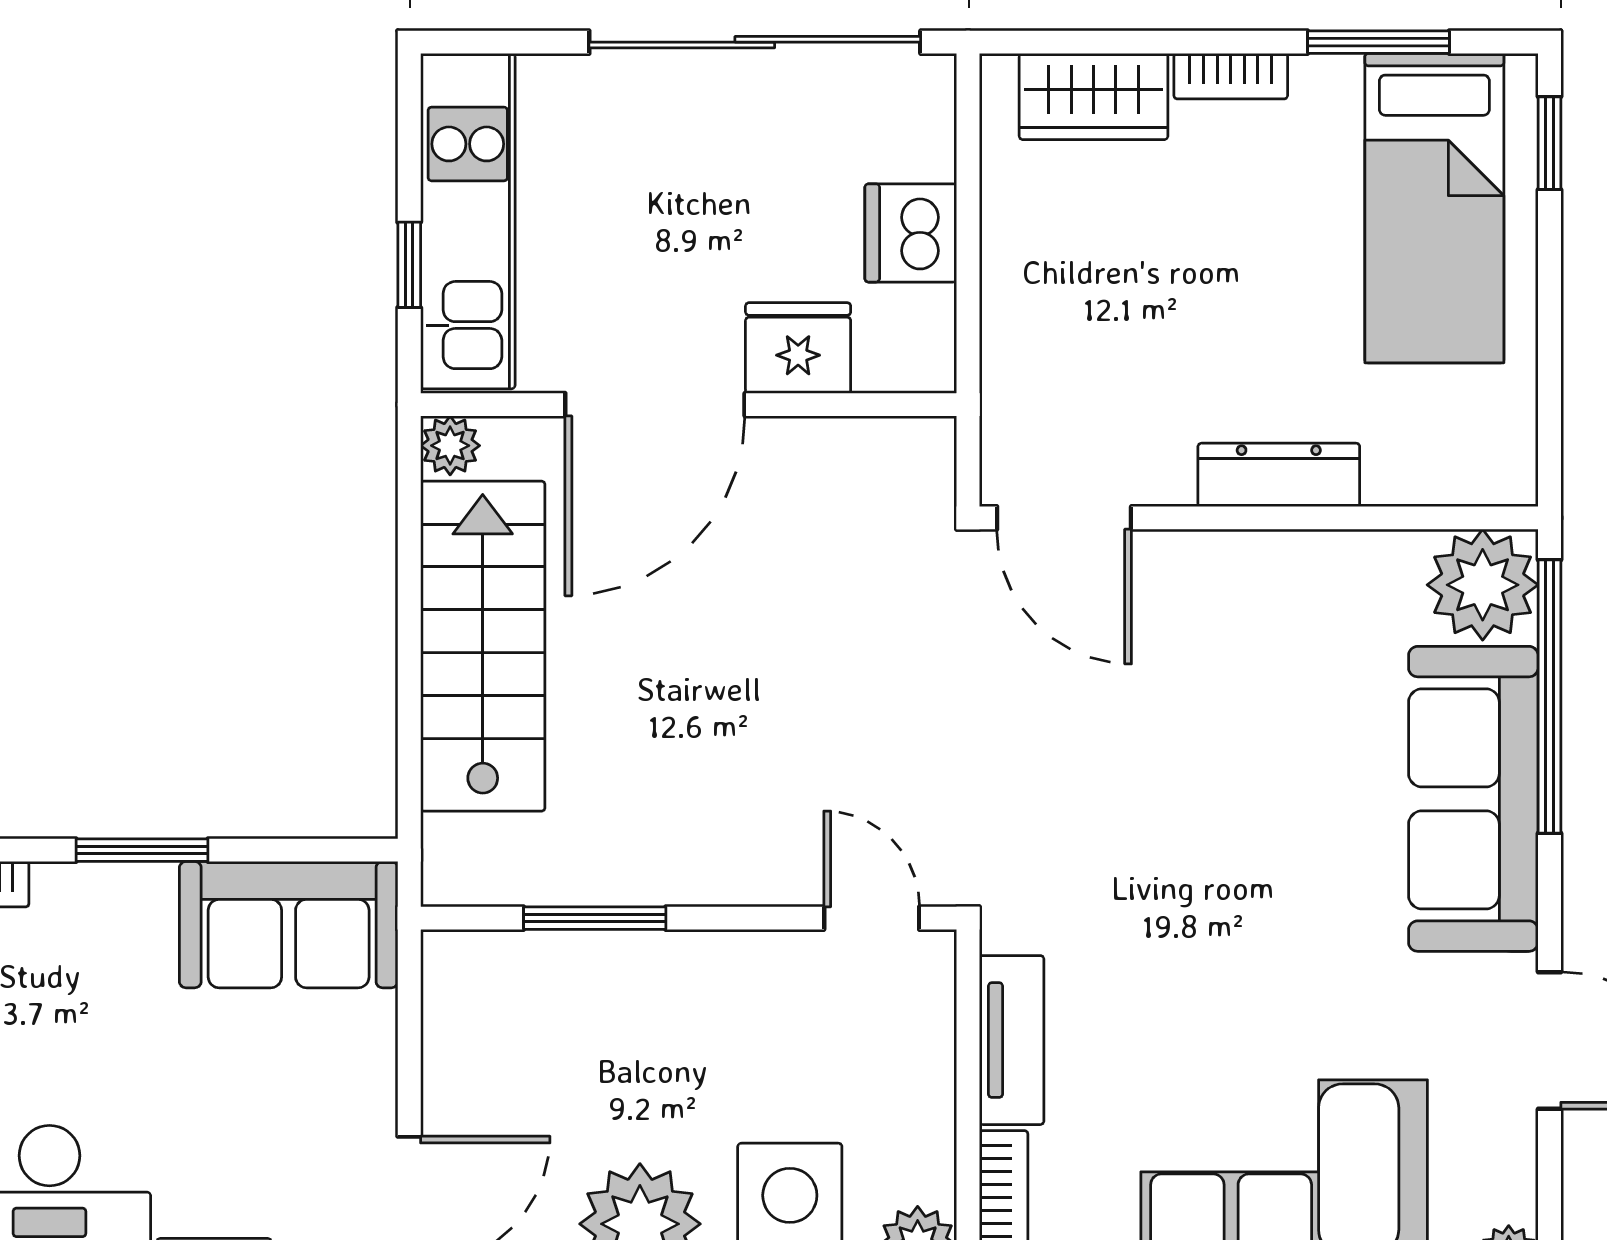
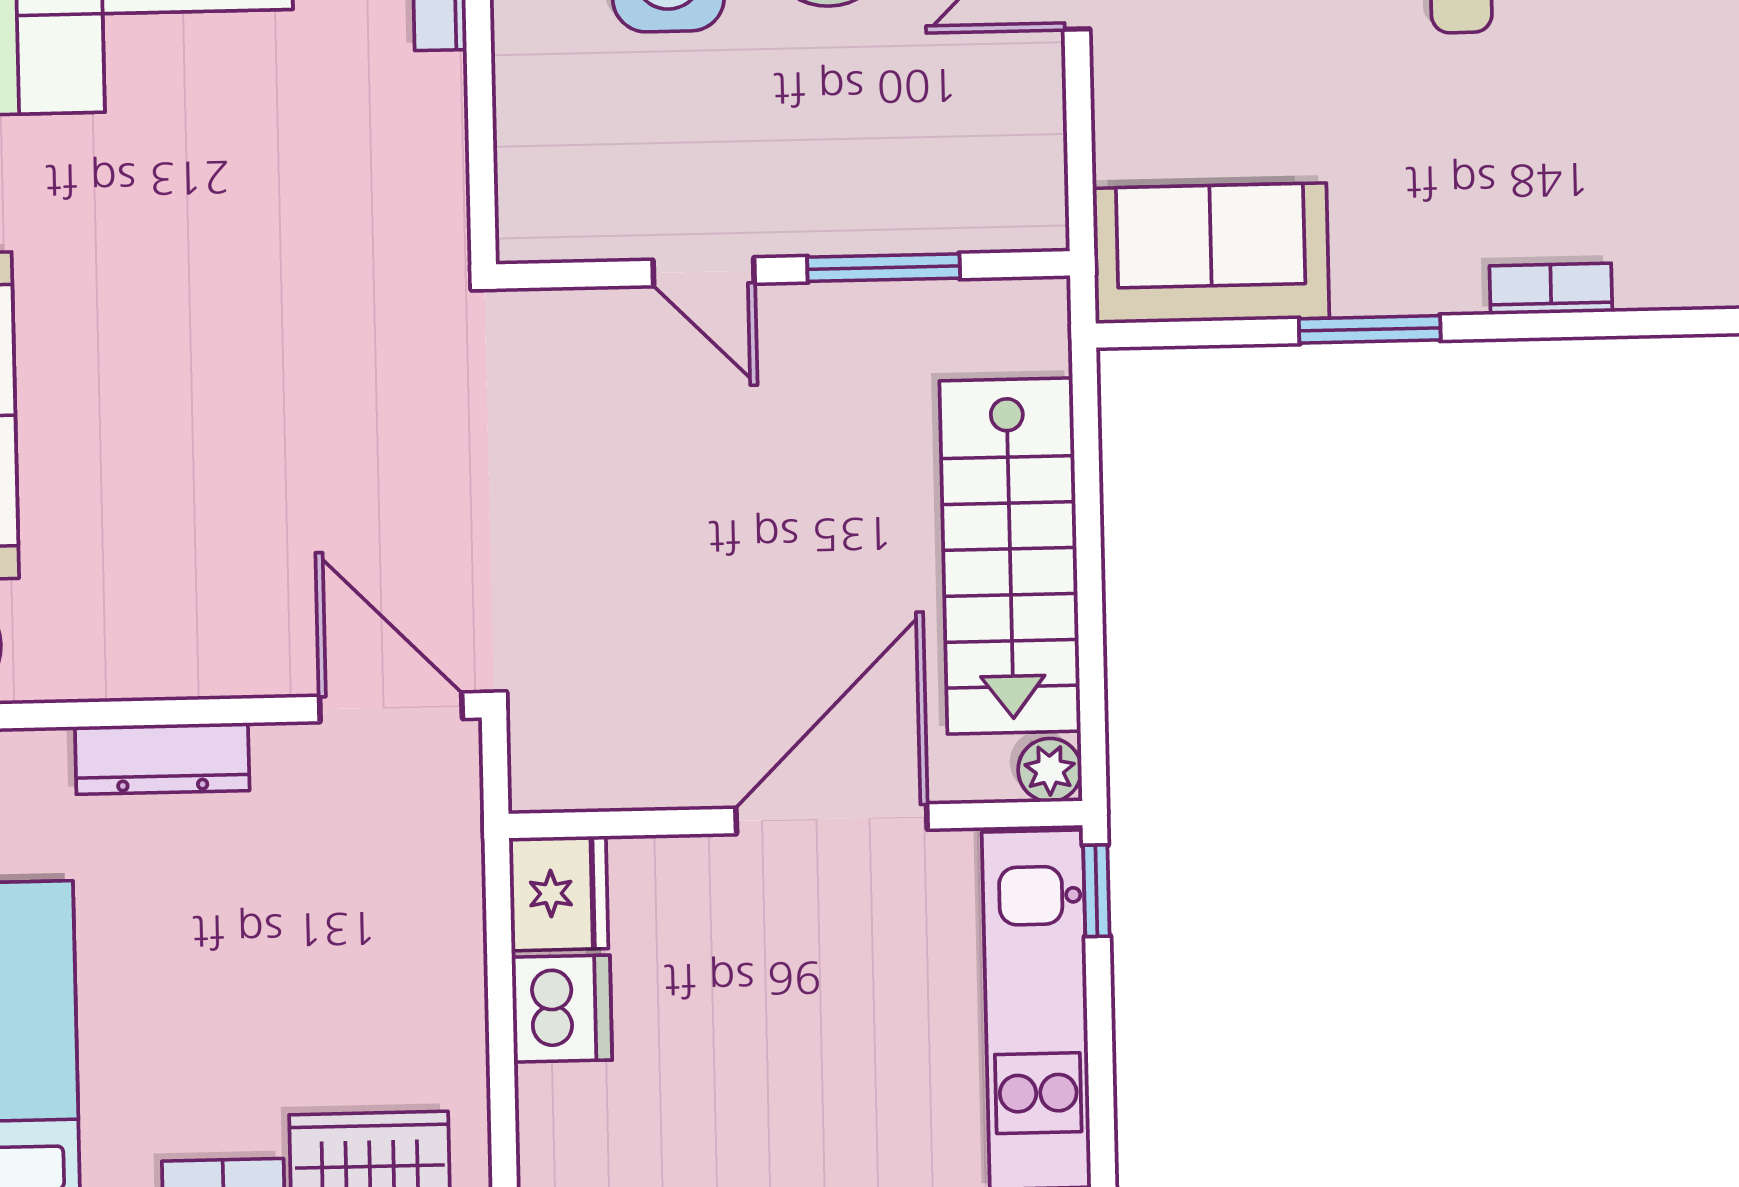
window: (409, 265) -> (1096, 891), moved
fridge: (798, 348) -> (559, 893), moved, turned -90
door: (872, 918) -> (704, 272), moved
tv unit: (1012, 1040) -> (434, 147), removed

